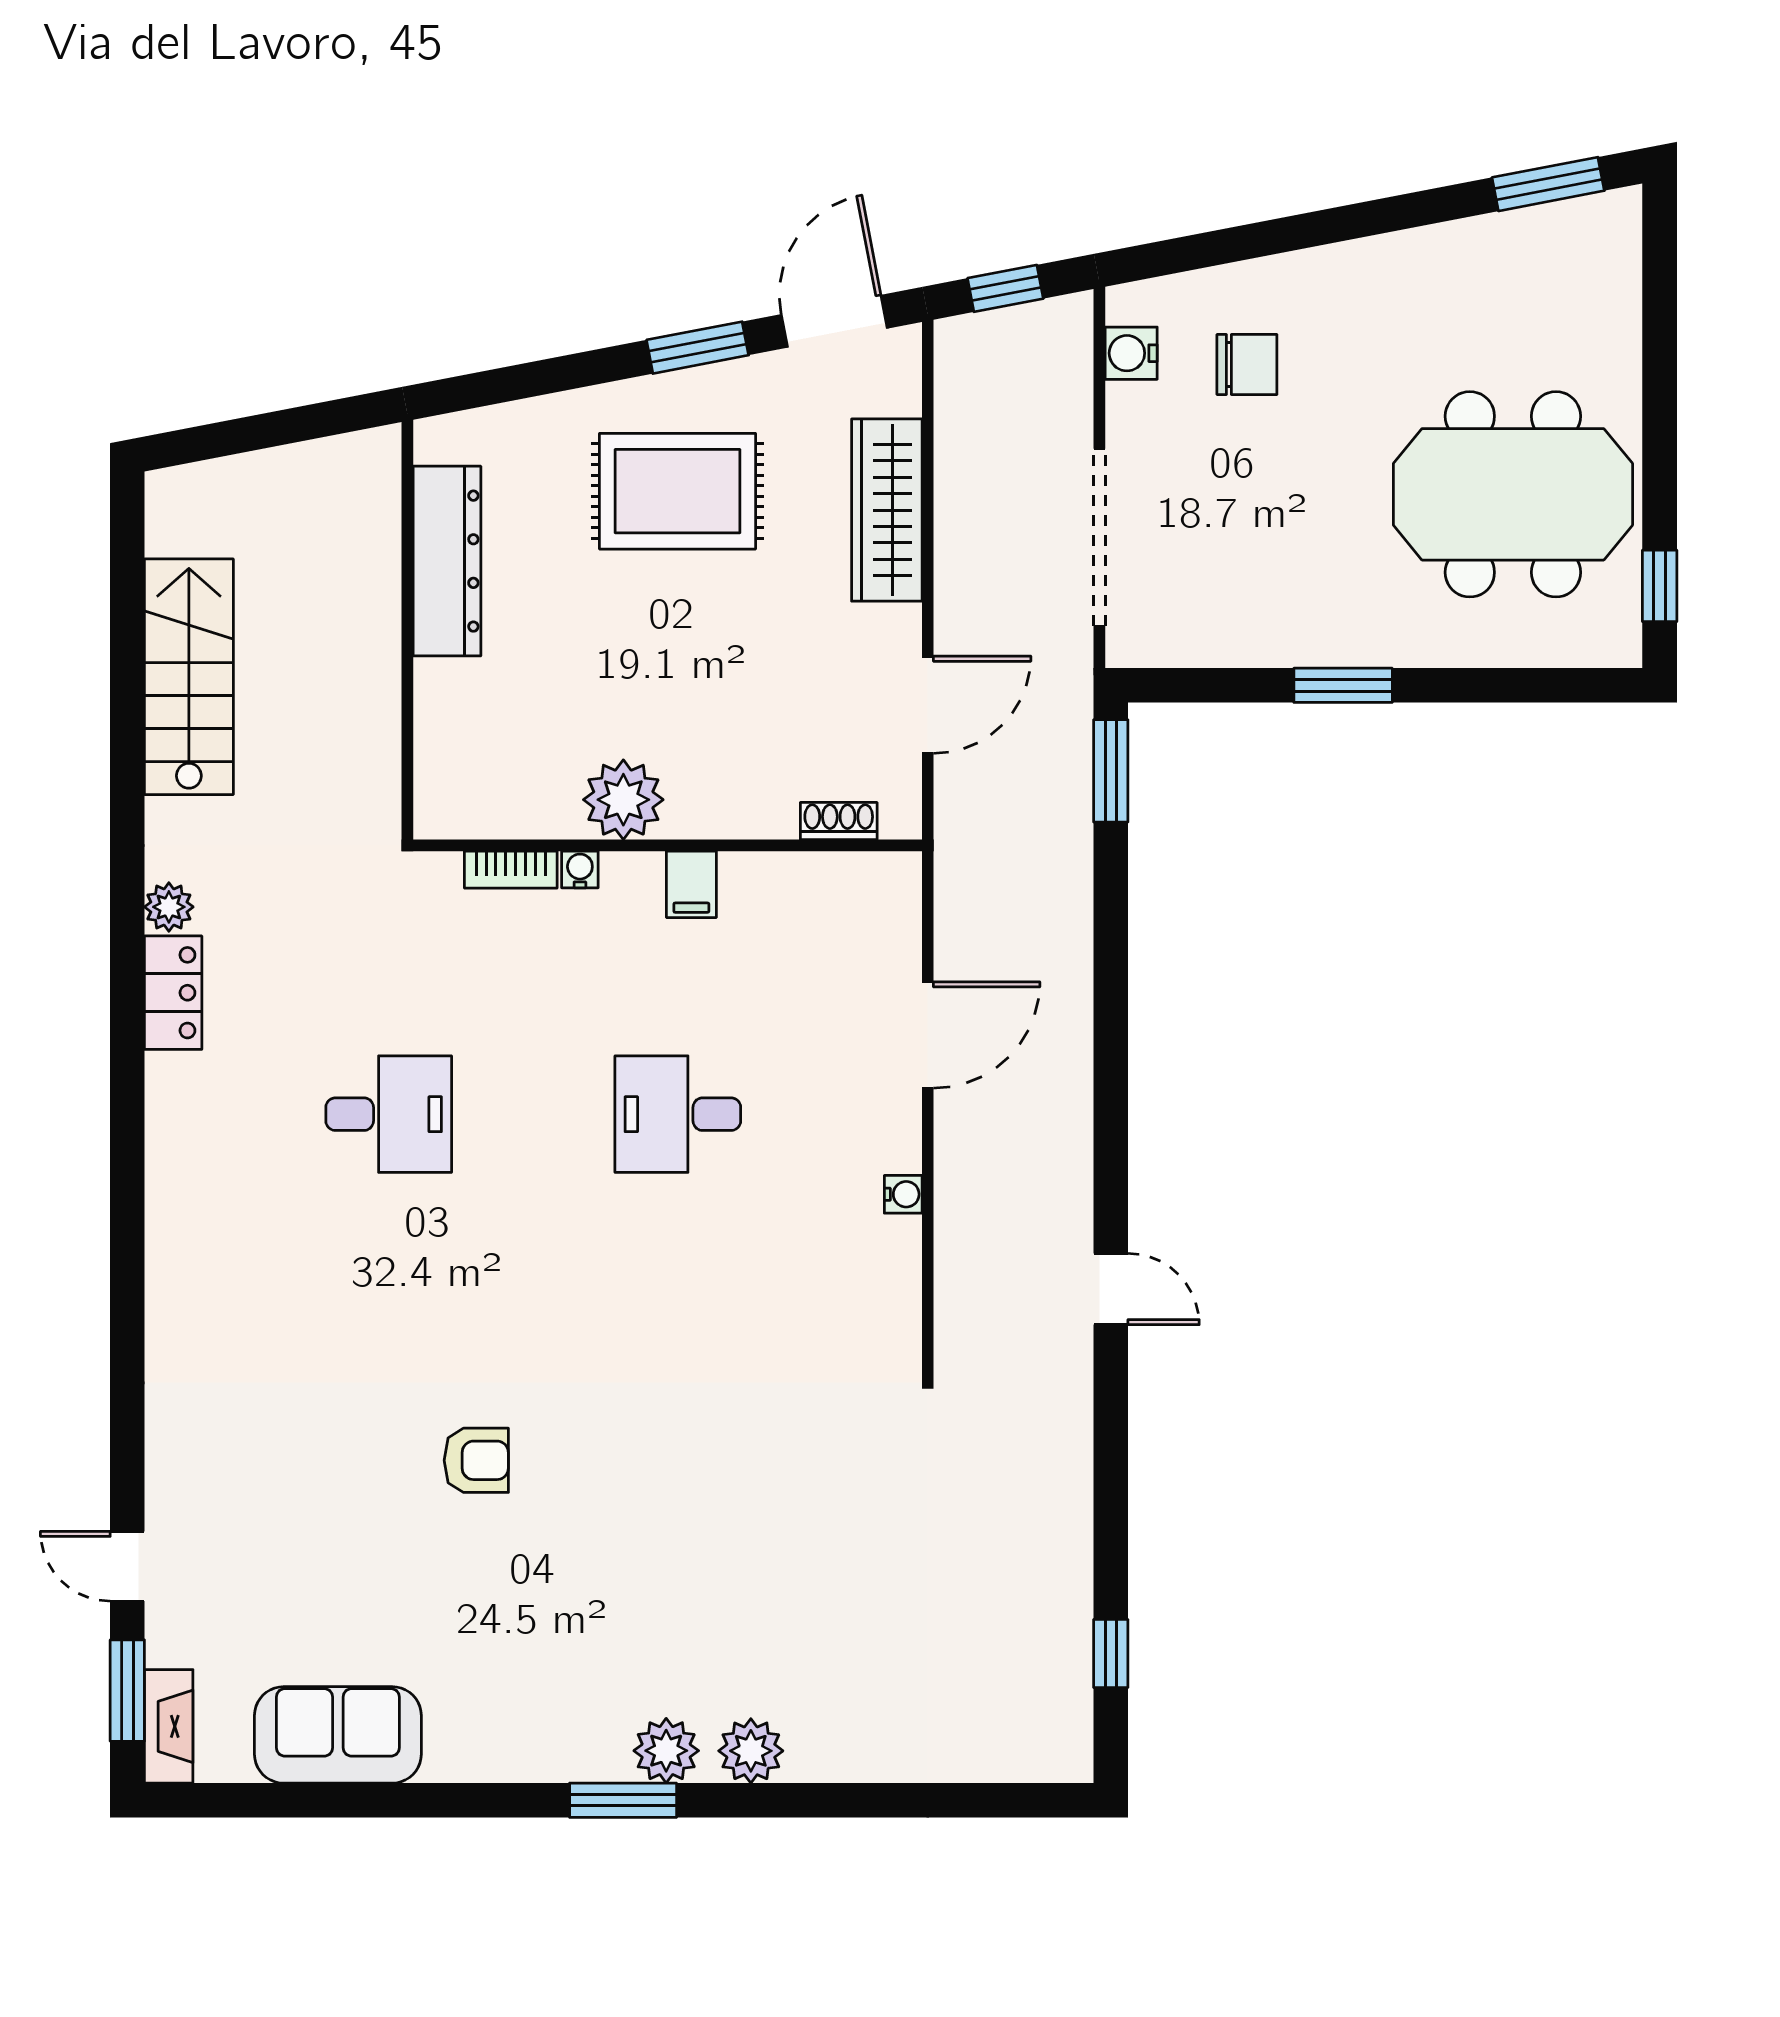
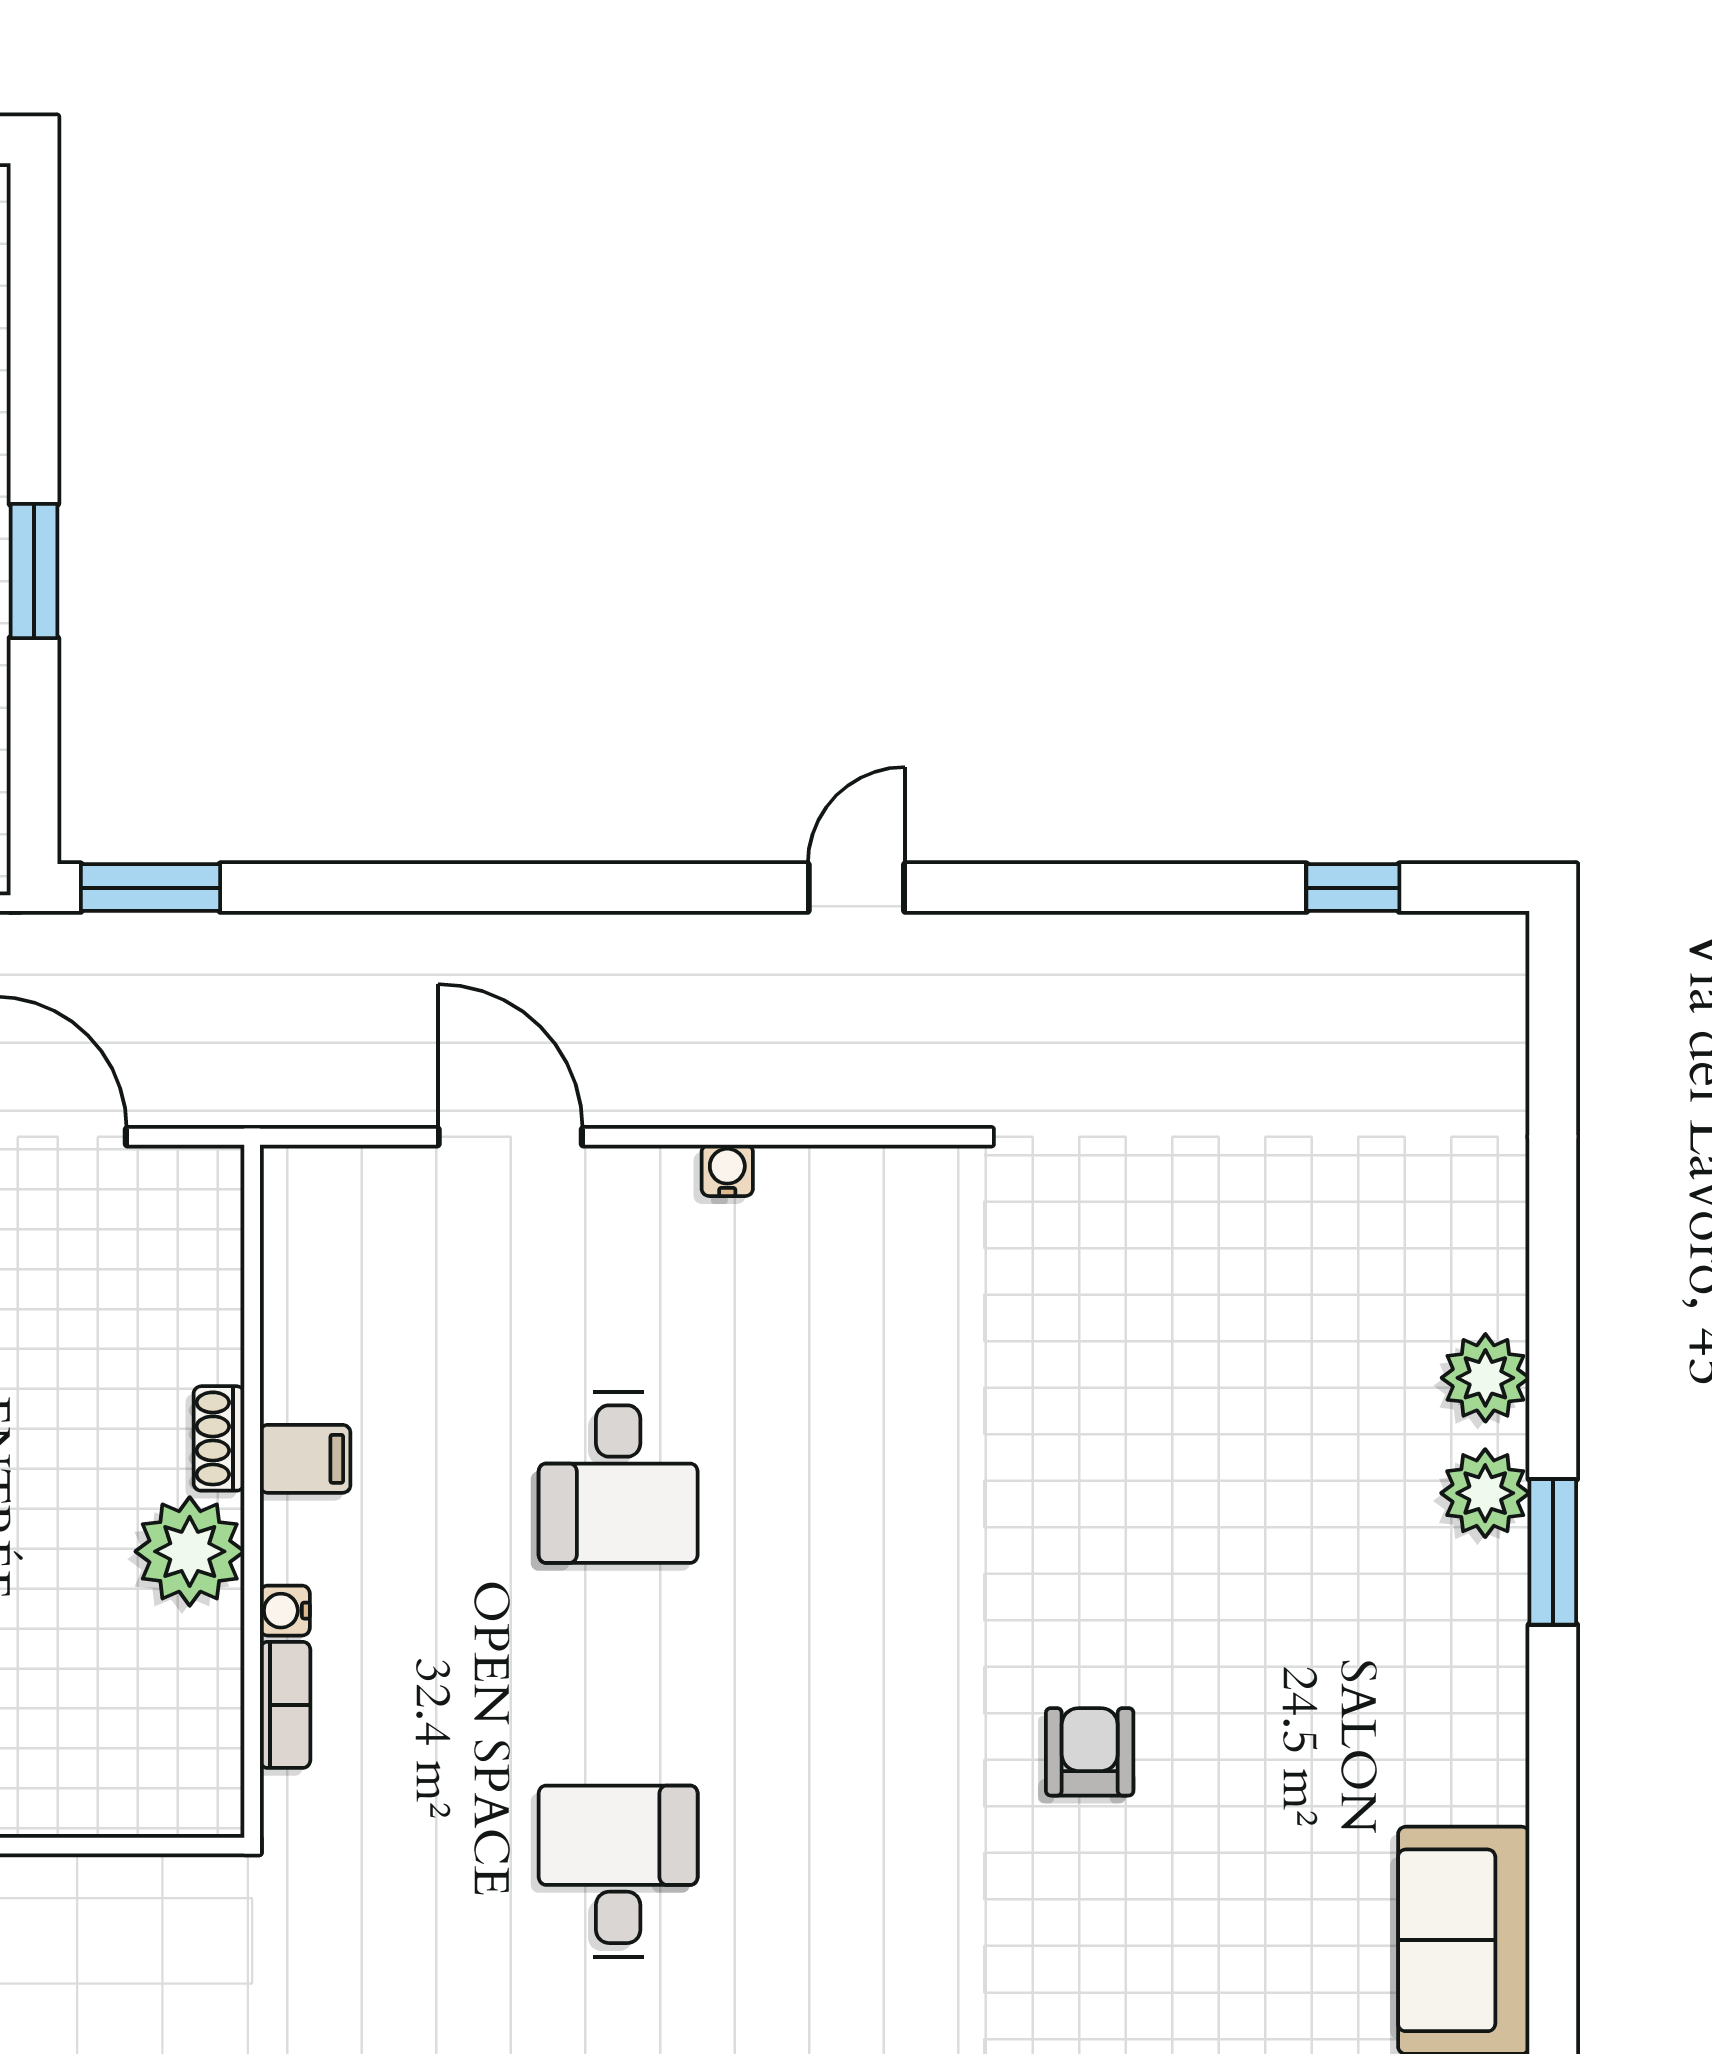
shoe rack: (839, 821) -> (219, 1438), moved

